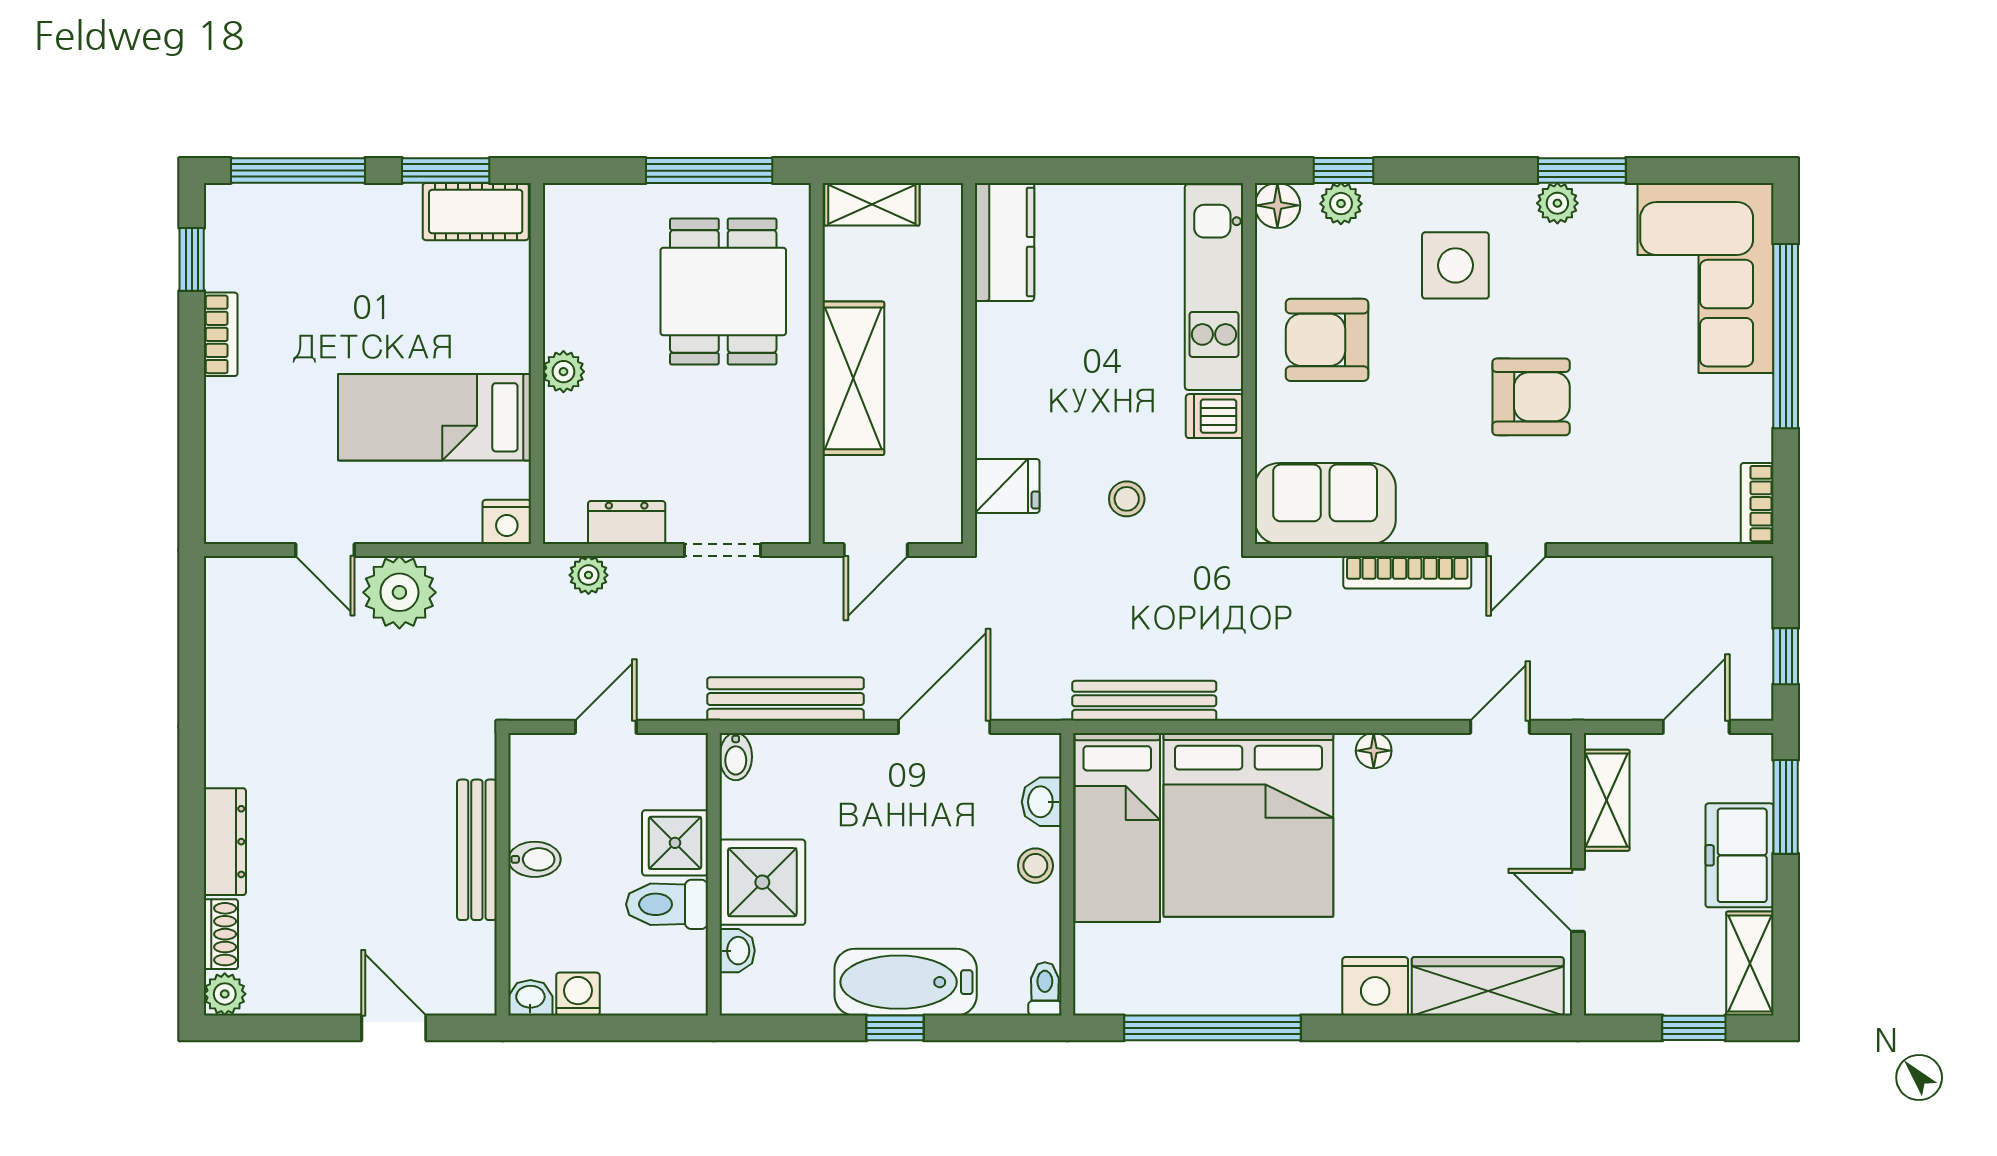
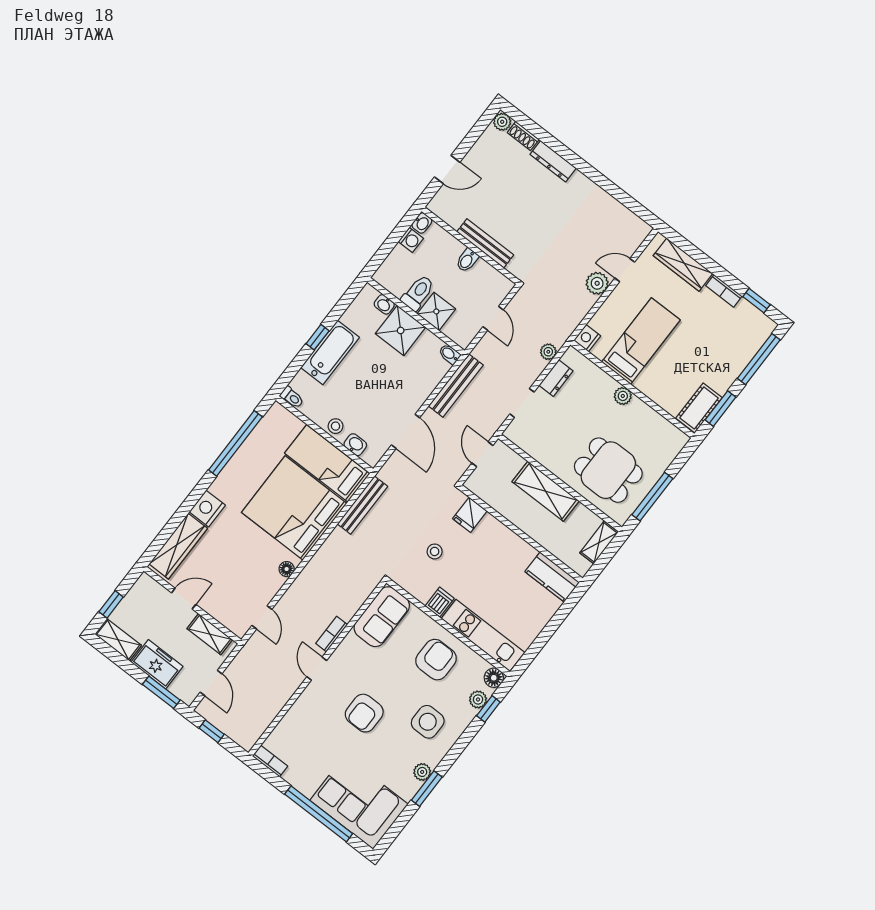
wardrobe: (231, 449) -> (683, 265), added
bookcase: (1407, 572) -> (332, 634), width x0.64
plant: (399, 592) -> (597, 283), width x0.73, depth x0.73

